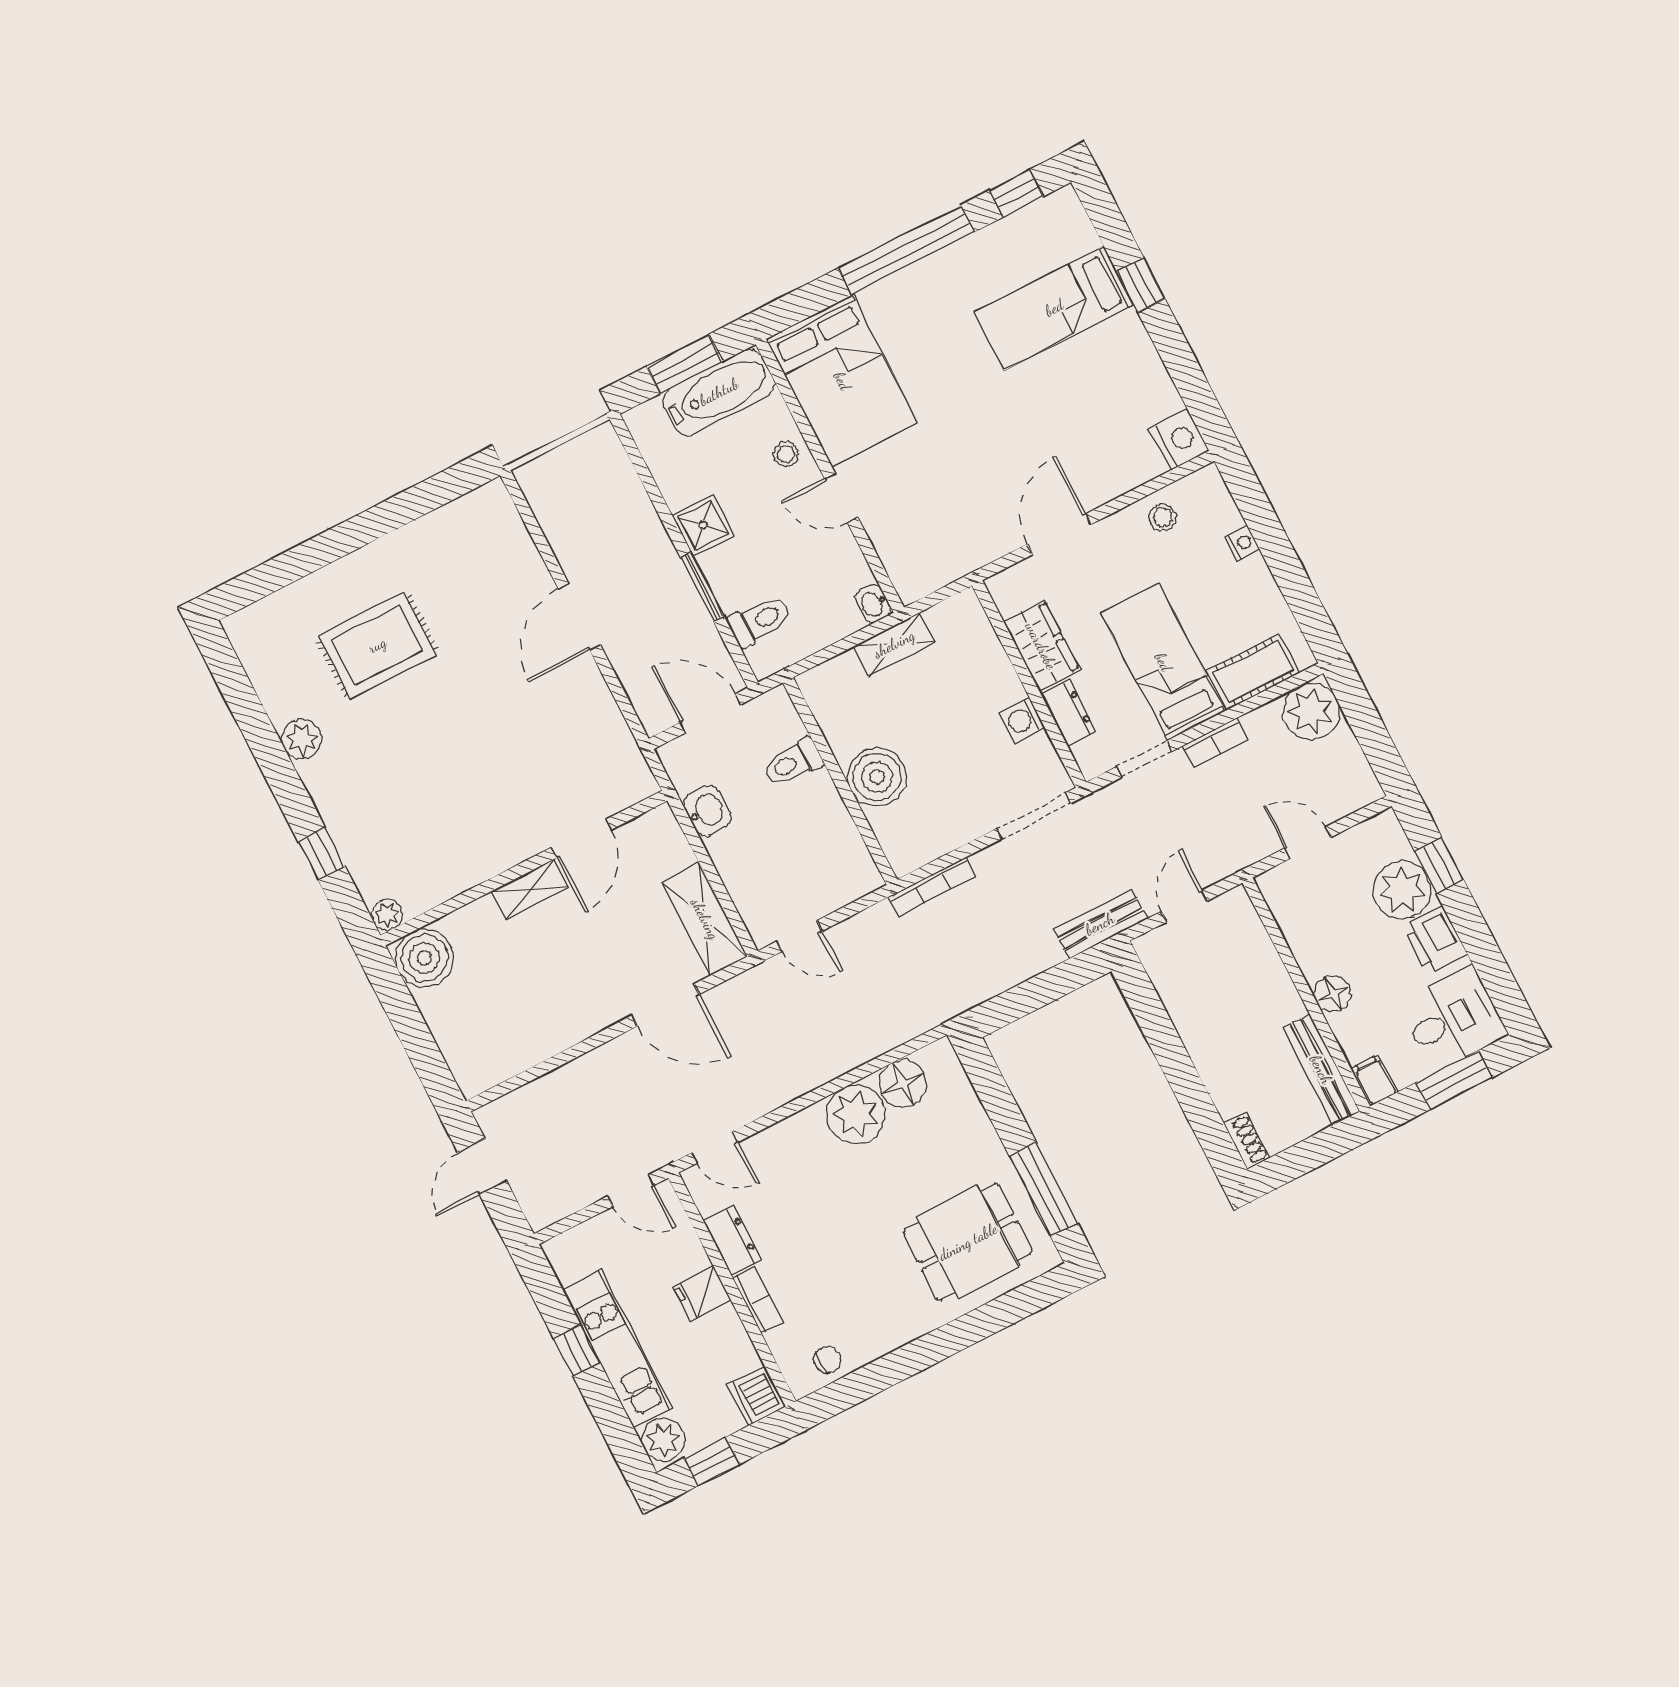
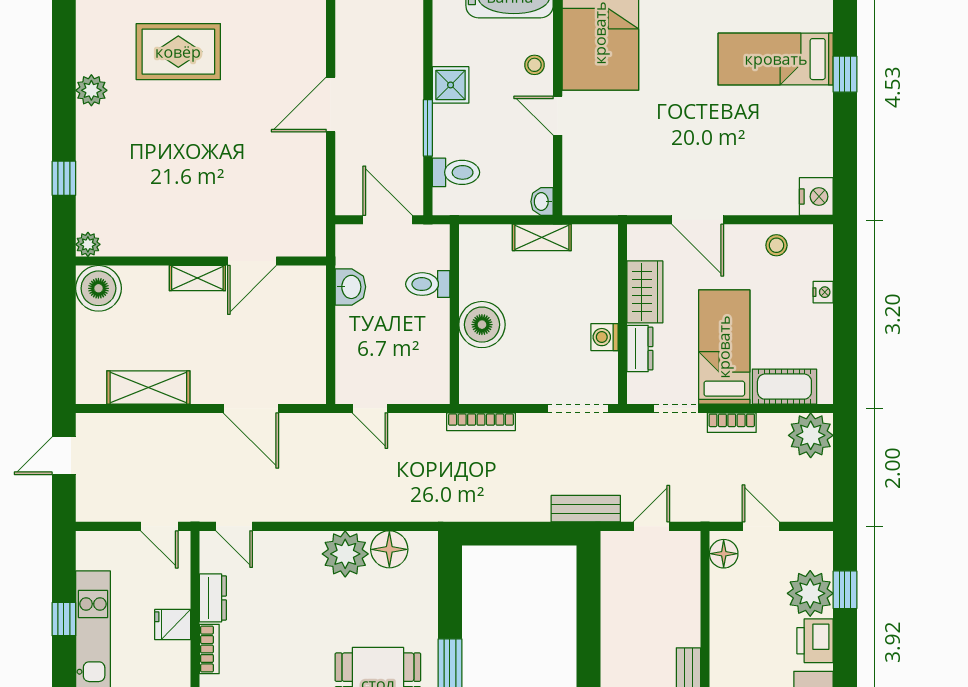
door: (1059, 534) -> (698, 220), swing flipped
shelving: (705, 919) -> (148, 387), moved, turned 90
floor lamp: (1332, 994) -> (724, 554), moved

